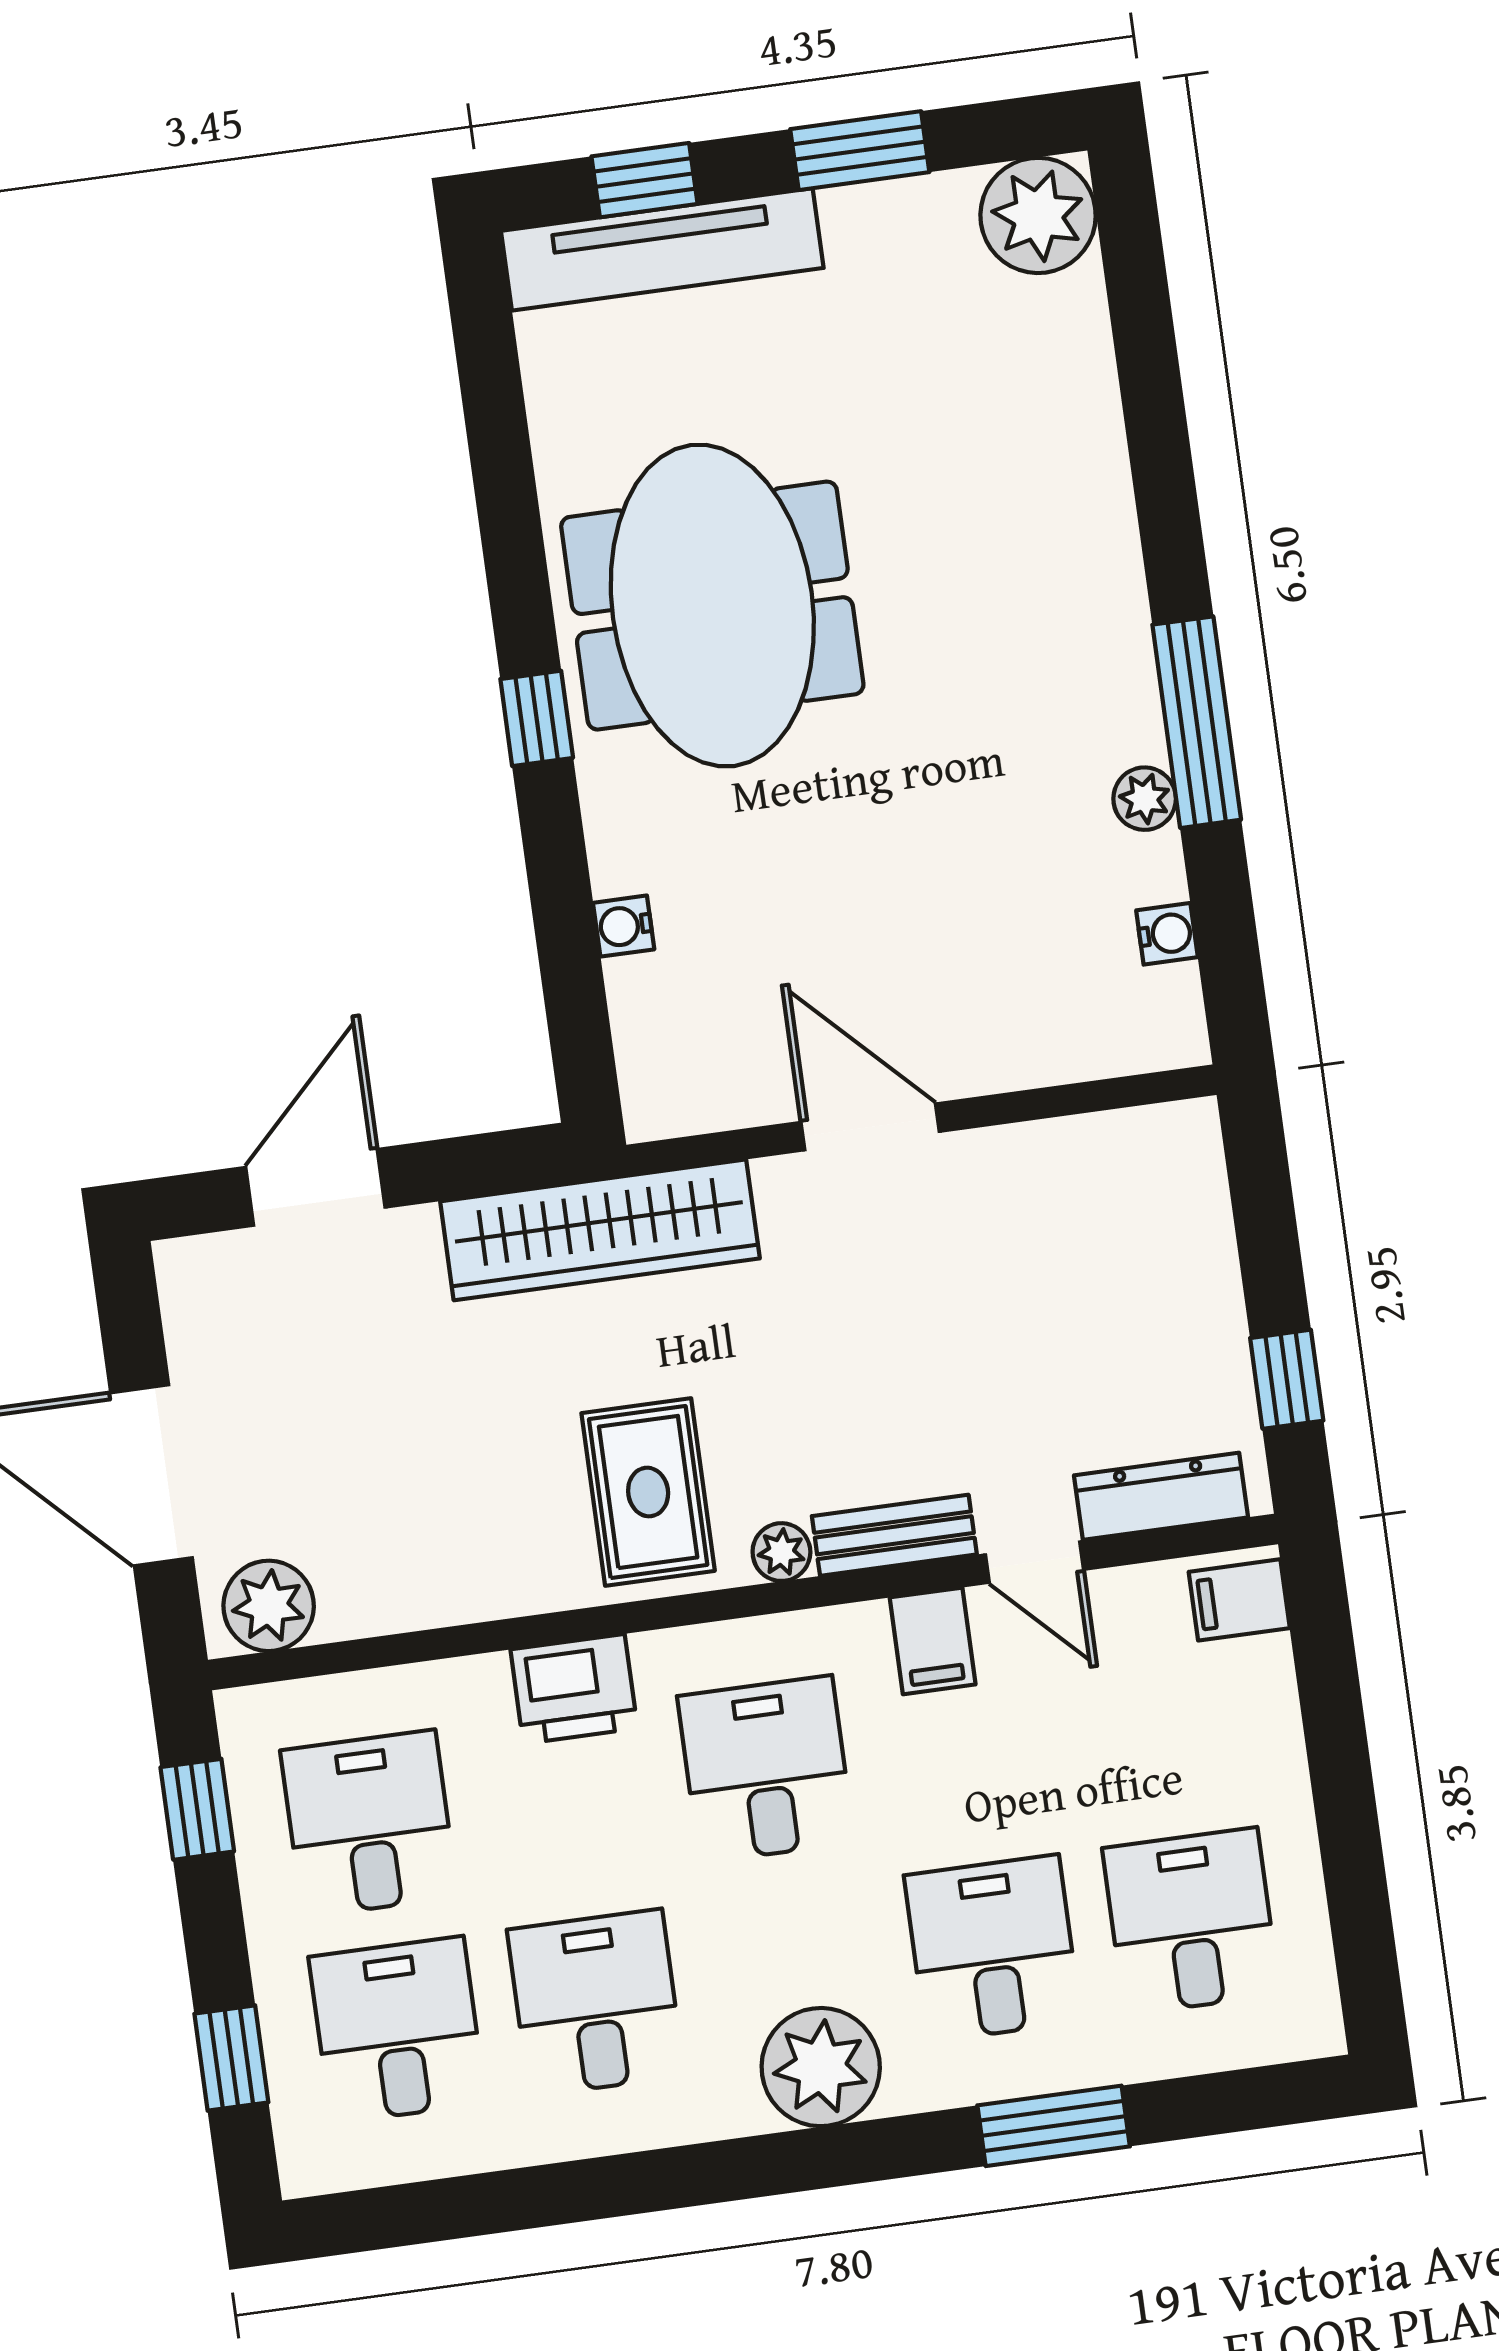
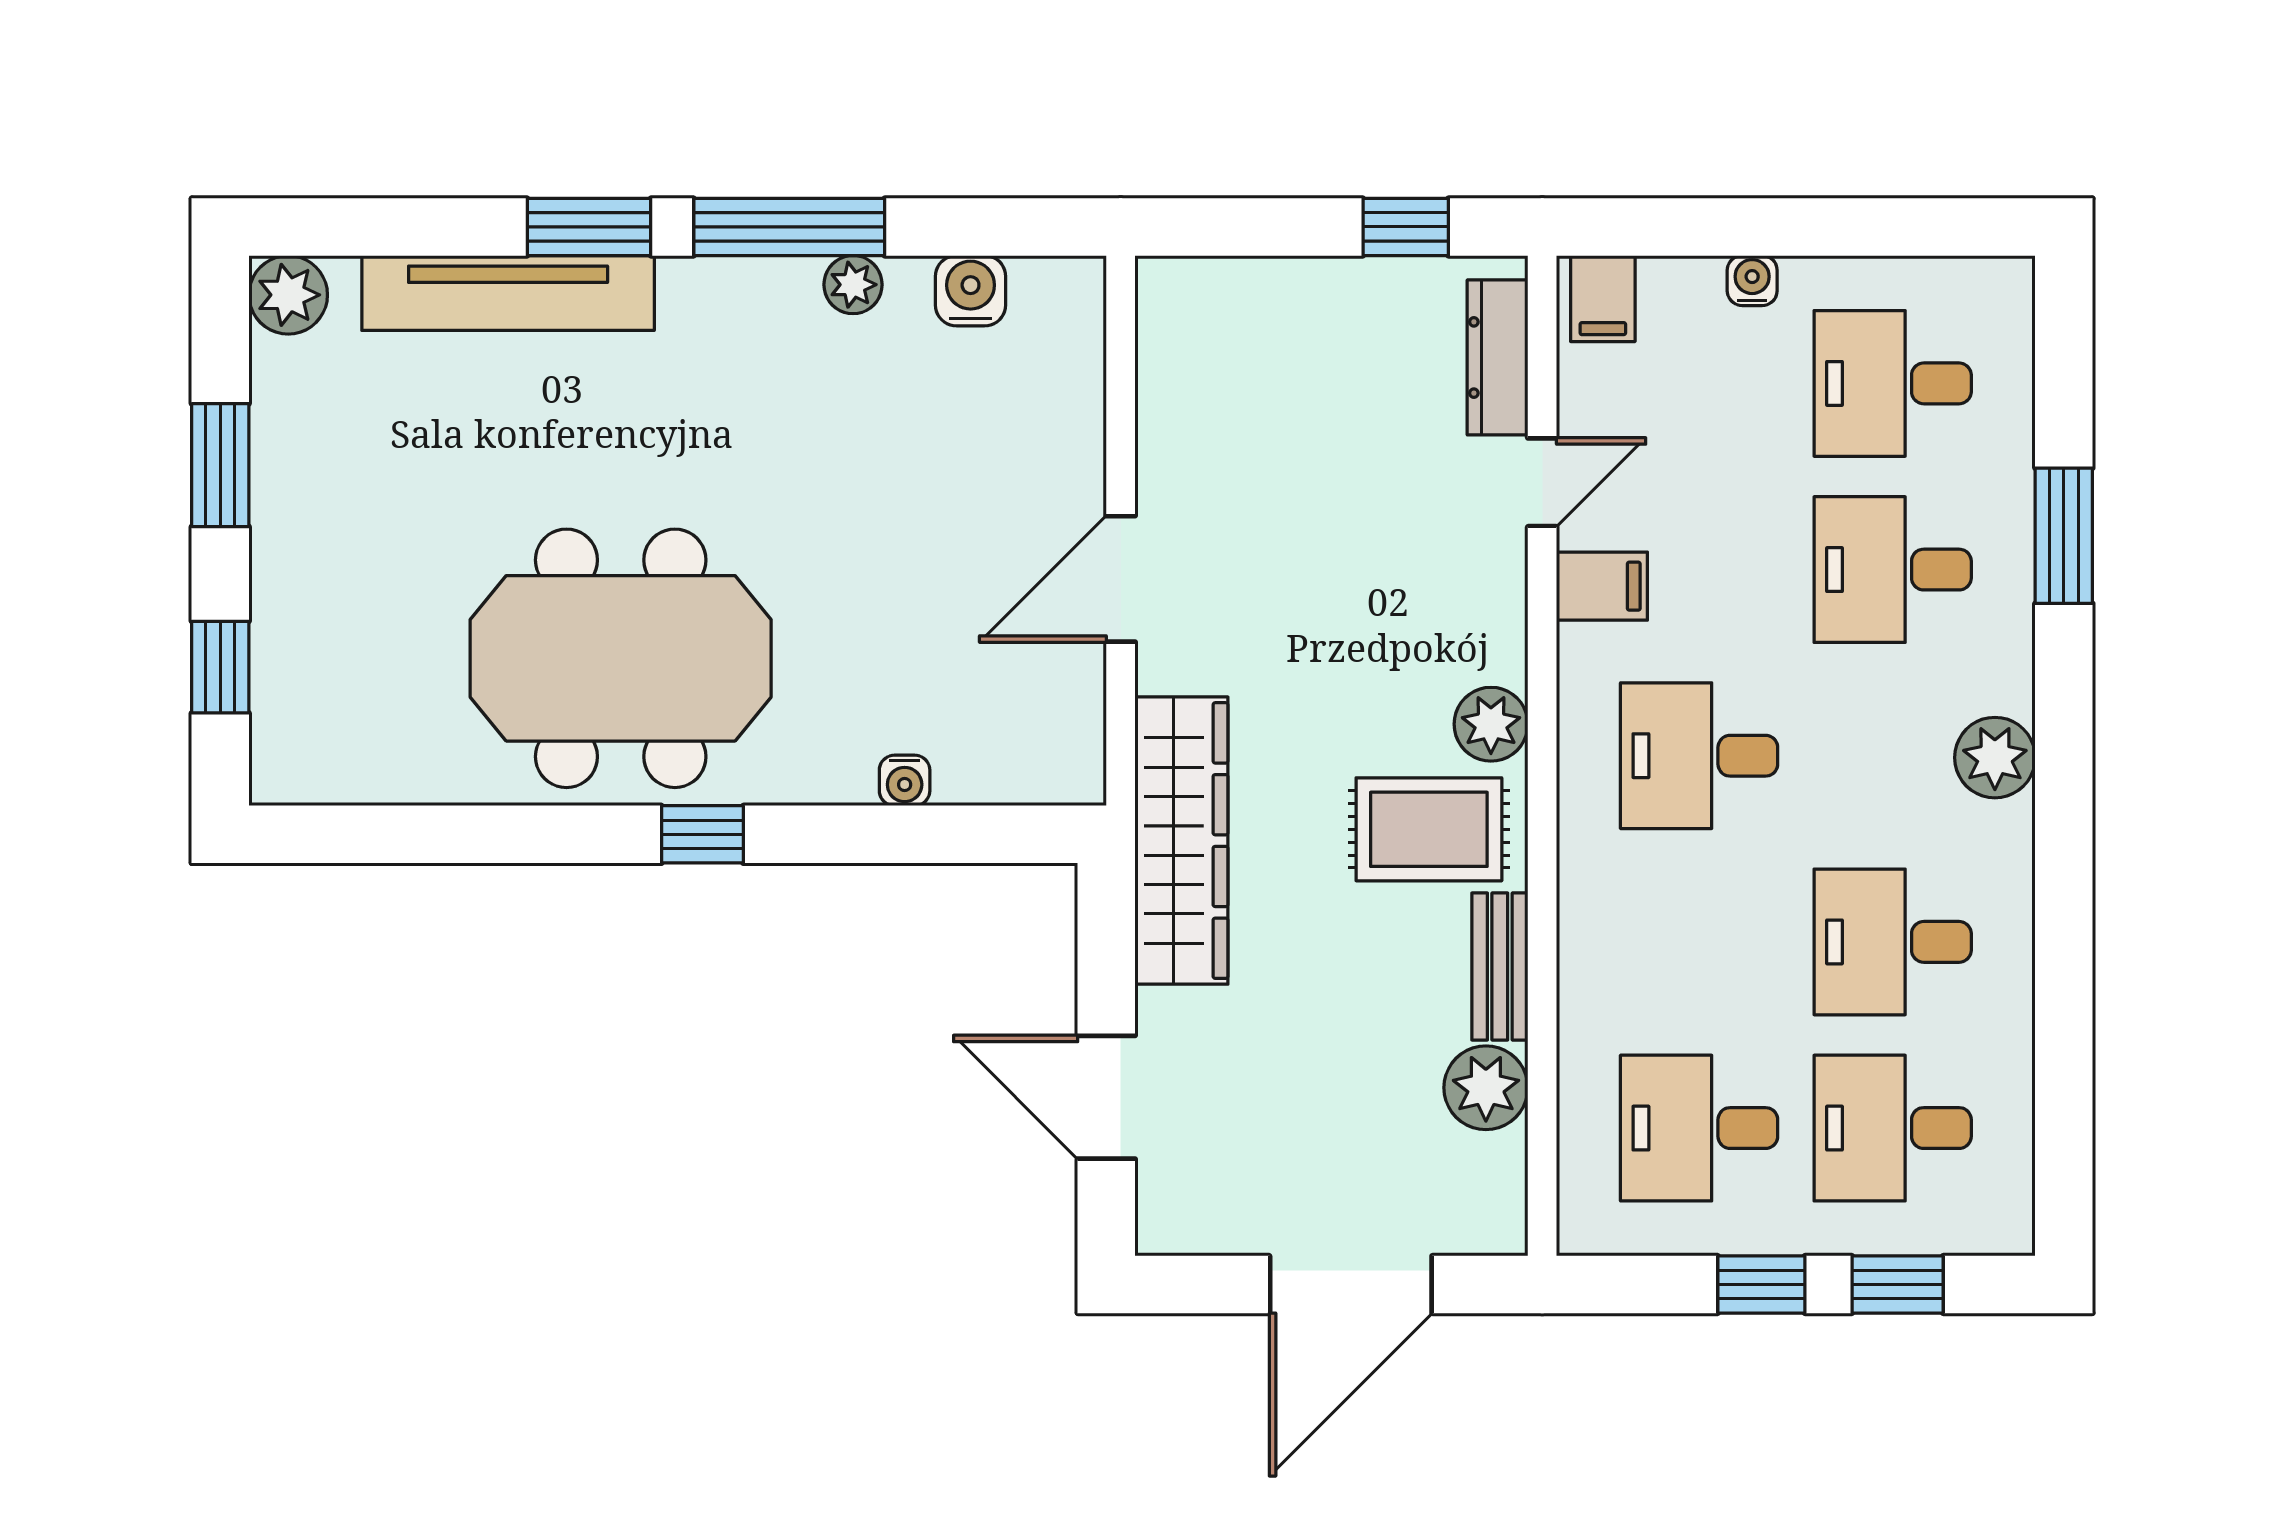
plant: (1038, 215) -> (288, 295), width x0.73, depth x0.73
tv unit: (662, 249) -> (508, 293), moved, turned 90
window: (1167, 509) -> (589, 227), added
water cooler: (1167, 934) -> (971, 291), width x1.38, depth x1.38
bench: (894, 1535) -> (1500, 966), moved
plant: (781, 1552) -> (1491, 724), width x1.38, depth x1.38
plant: (269, 1606) -> (1486, 1088), moved
printer: (574, 1689) -> (1601, 922), removed
water cooler: (1280, 1756) -> (1752, 281), added
window: (197, 1809) -> (1761, 1284), moved
plant: (821, 2067) -> (1995, 758), width x0.73, depth x0.73

